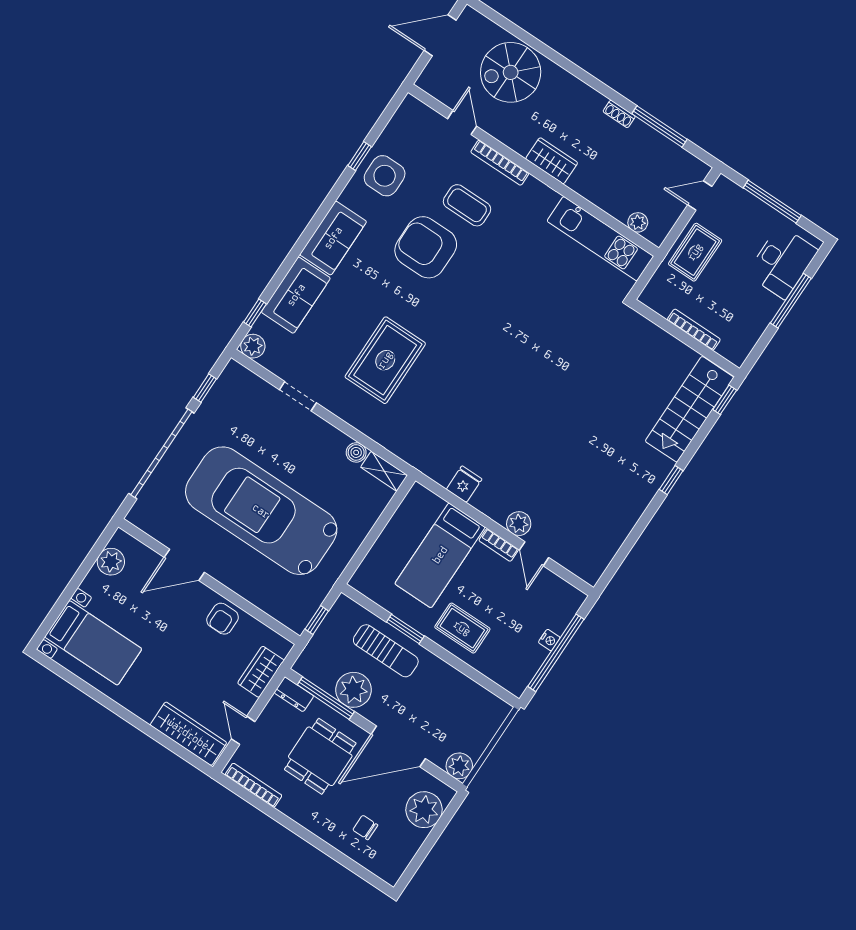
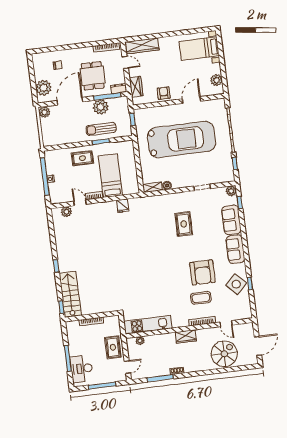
side table: (385, 176) -> (236, 284), turned 45
armchair: (426, 247) -> (202, 272), turned 90
rug: (385, 360) -> (184, 224), width x0.73, depth x0.70
plant: (519, 524) -> (66, 212), moved

